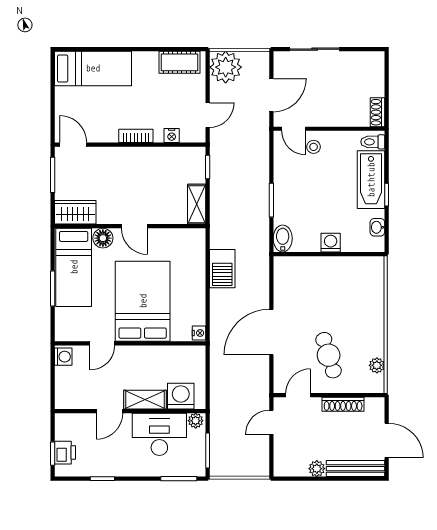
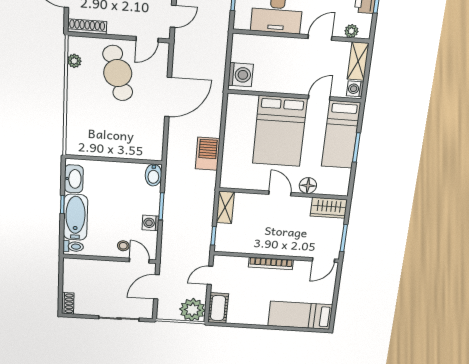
cot: (179, 62) -> (218, 308), moved, turned 90
shoe rack: (378, 112) -> (68, 303), moved
bookcase: (136, 136) -> (271, 263), width x1.56
nightstand: (172, 136) -> (241, 262), removed
door: (73, 145) -> (323, 260), hinge flipped
washbasin: (377, 227) -> (74, 179), width x1.91, depth x1.45
washing machine: (331, 243) -> (151, 223), moved, turned 90
bed: (74, 267) -> (341, 135), moved, turned 180
nightstand: (199, 333) -> (233, 101), removed
cafe table: (329, 355) -> (118, 73), width x1.37, depth x1.35
washing machine: (181, 396) -> (241, 75), moved, turned -90
shelving: (145, 400) -> (358, 61), moved, turned 90
shoe rack: (343, 404) -> (87, 27), moved
plant: (196, 421) -> (351, 31), moved

